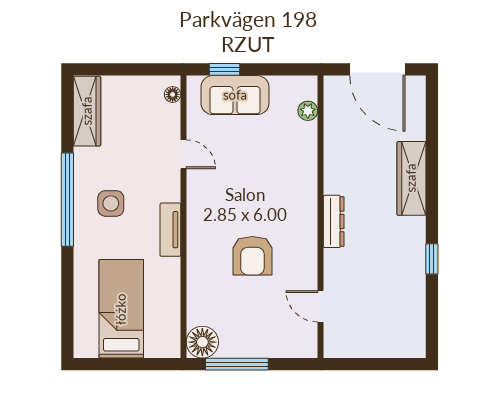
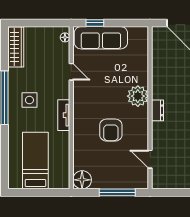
sofa: (235, 95) -> (101, 38), width x1.36
plant: (308, 111) -> (138, 96), moved, width x1.88, depth x1.88
dresser: (334, 221) -> (158, 110), width x0.70
window: (237, 364) -> (117, 192), moved

